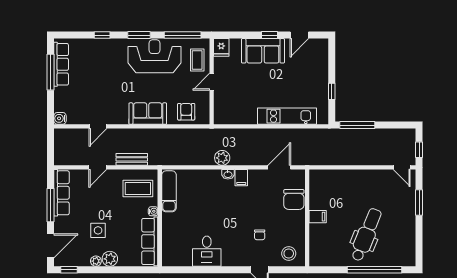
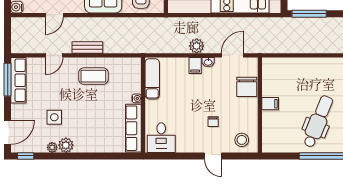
plant: (222, 158) -> (197, 46), moved
washbasin: (228, 174) -> (208, 62), moved
exam couch: (169, 191) -> (152, 79), moved
window: (51, 205) -> (8, 80), moved
water cooler: (153, 211) -> (137, 98), moved
wall: (160, 218) -> (143, 105), moved
row of seats: (150, 241) -> (133, 128), moved

